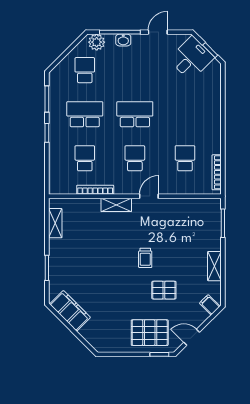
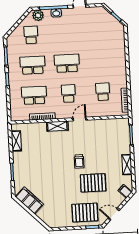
desk: (191, 58) -> (104, 23), removed
school desk: (85, 158) -> (34, 95), width x1.85
pallet: (164, 290) -> (93, 183), width x1.50, depth x1.42

